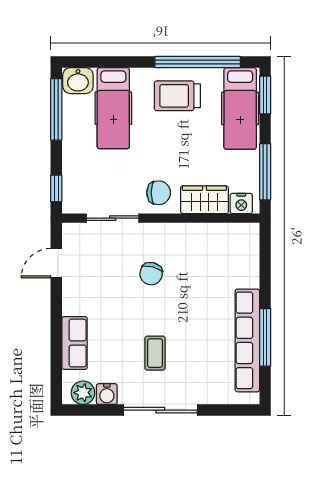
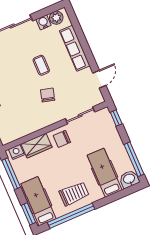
row of seats: (75, 343) -> (75, 48), width x1.48
coffee table: (155, 353) -> (41, 65), moved

